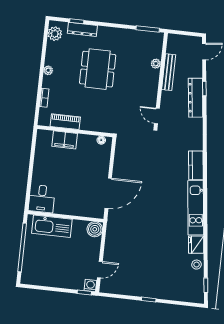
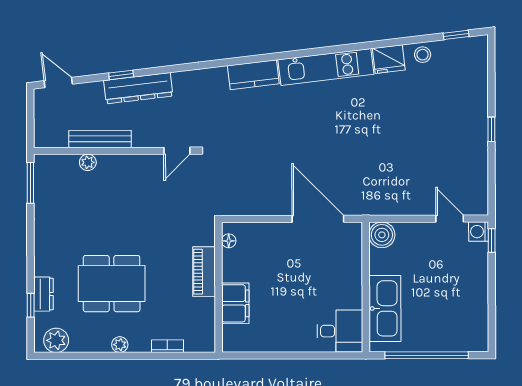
dresser: (82, 29) -> (43, 294), width x0.70
dining table: (98, 69) -> (112, 284), moved
piano: (65, 122) -> (204, 272), moved

